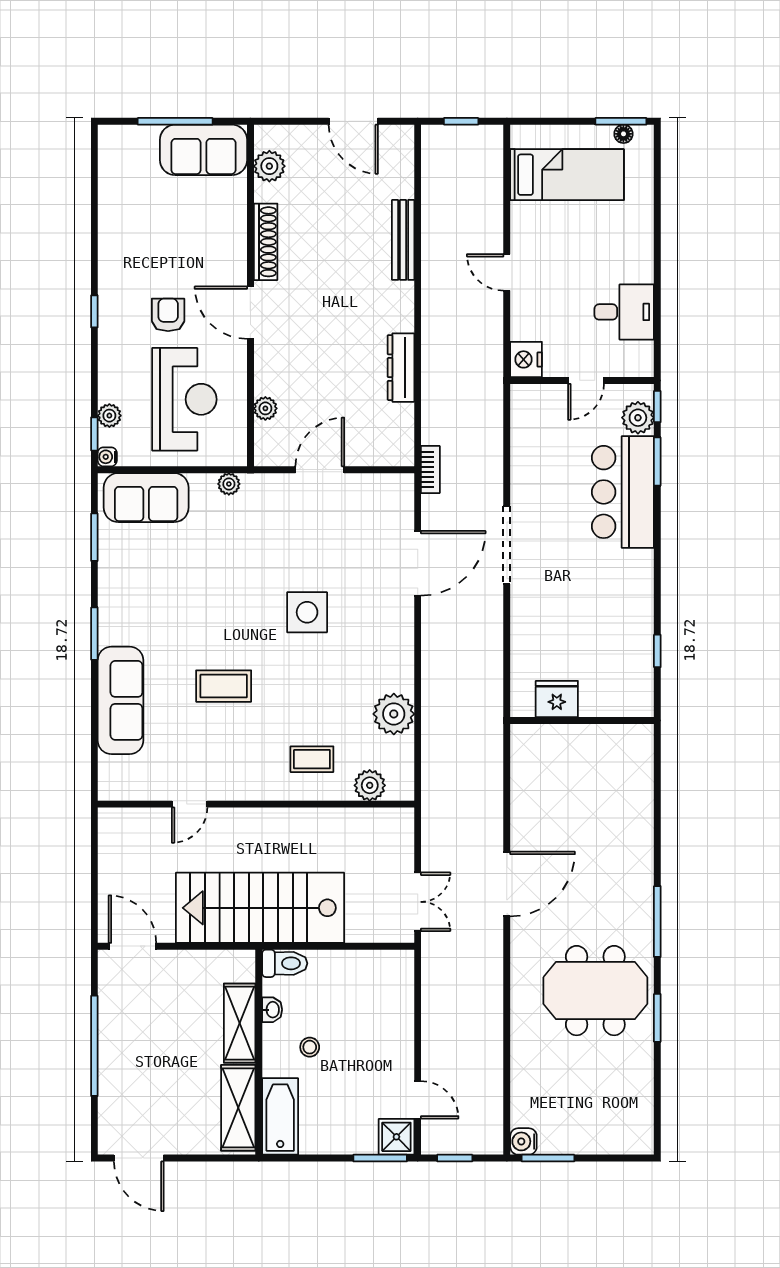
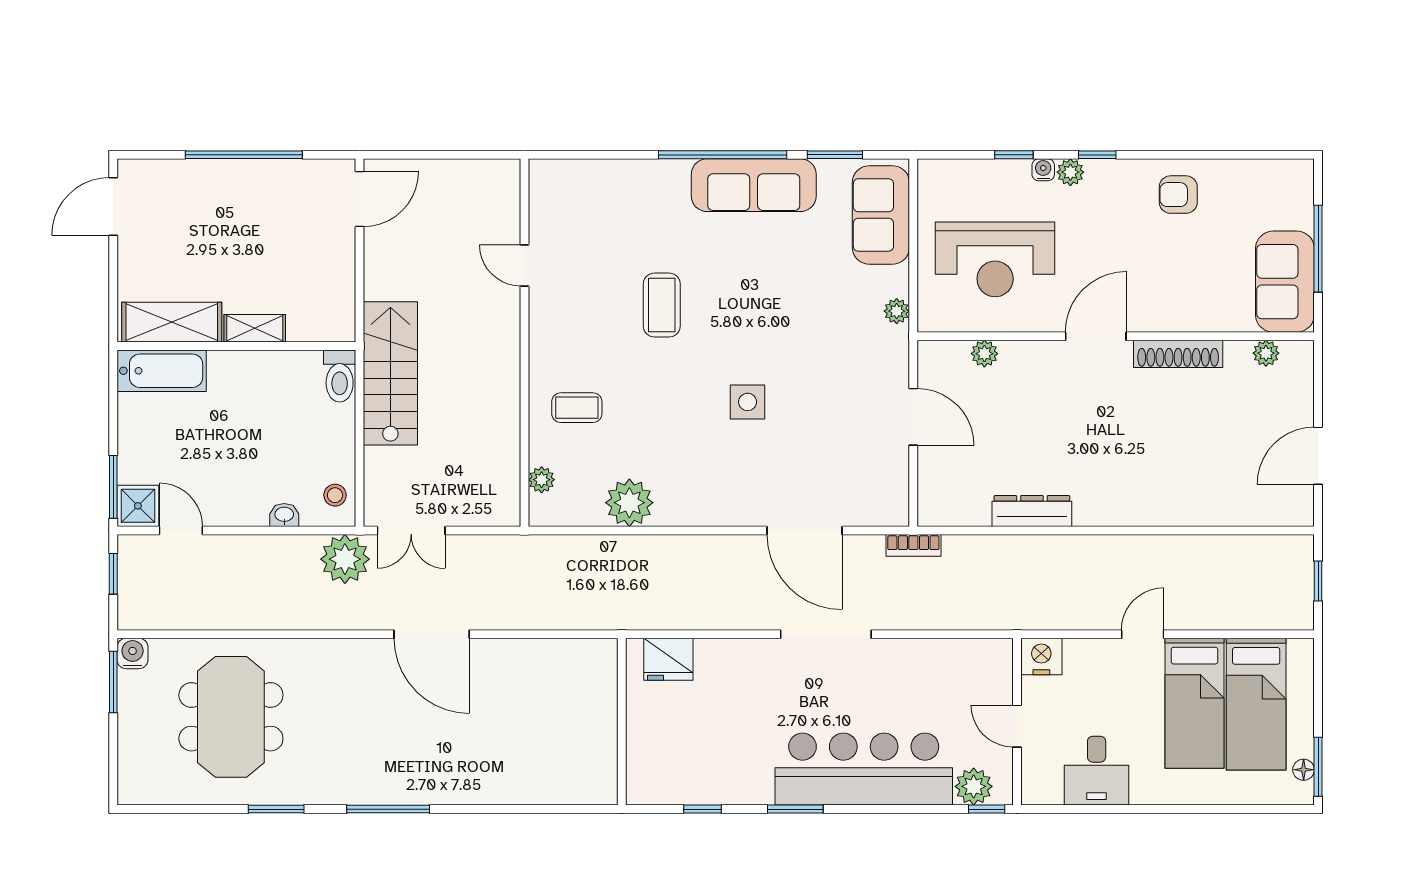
plant: (269, 166) -> (1266, 353), width x0.73, depth x0.73
bed: (566, 228) -> (1194, 703), added
bench: (403, 240) -> (1180, 514), removed
armchair: (168, 315) -> (1178, 195), moved, turned 180
plant: (109, 416) -> (1070, 172), moved
window: (94, 434) -> (1014, 155), moved
water cooler: (107, 457) -> (1043, 170), moved
window: (657, 462) -> (795, 809), moved
bar counter: (623, 492) -> (864, 769), width x1.36
side table: (307, 612) -> (748, 402), width x0.73, depth x0.73
window: (94, 634) -> (723, 155), width x2.11
fridge: (557, 699) -> (668, 659), moved, turned 90
sofa: (121, 700) -> (754, 185), moved
coffee table: (312, 759) -> (577, 408), turned 90
plant: (370, 785) -> (542, 480), width x0.73, depth x0.73
stairs: (260, 908) -> (390, 373), width x0.73, depth x0.66
plant: (442, 959) -> (345, 559), added
meeting table: (595, 991) -> (231, 717), moved
washbasin: (272, 1010) -> (284, 515), moved, turned 180
shelving: (240, 1023) -> (255, 328), width x0.67, depth x0.75
stool: (310, 1047) -> (335, 495), moved
door: (418, 1100) -> (181, 531), swing flipped

